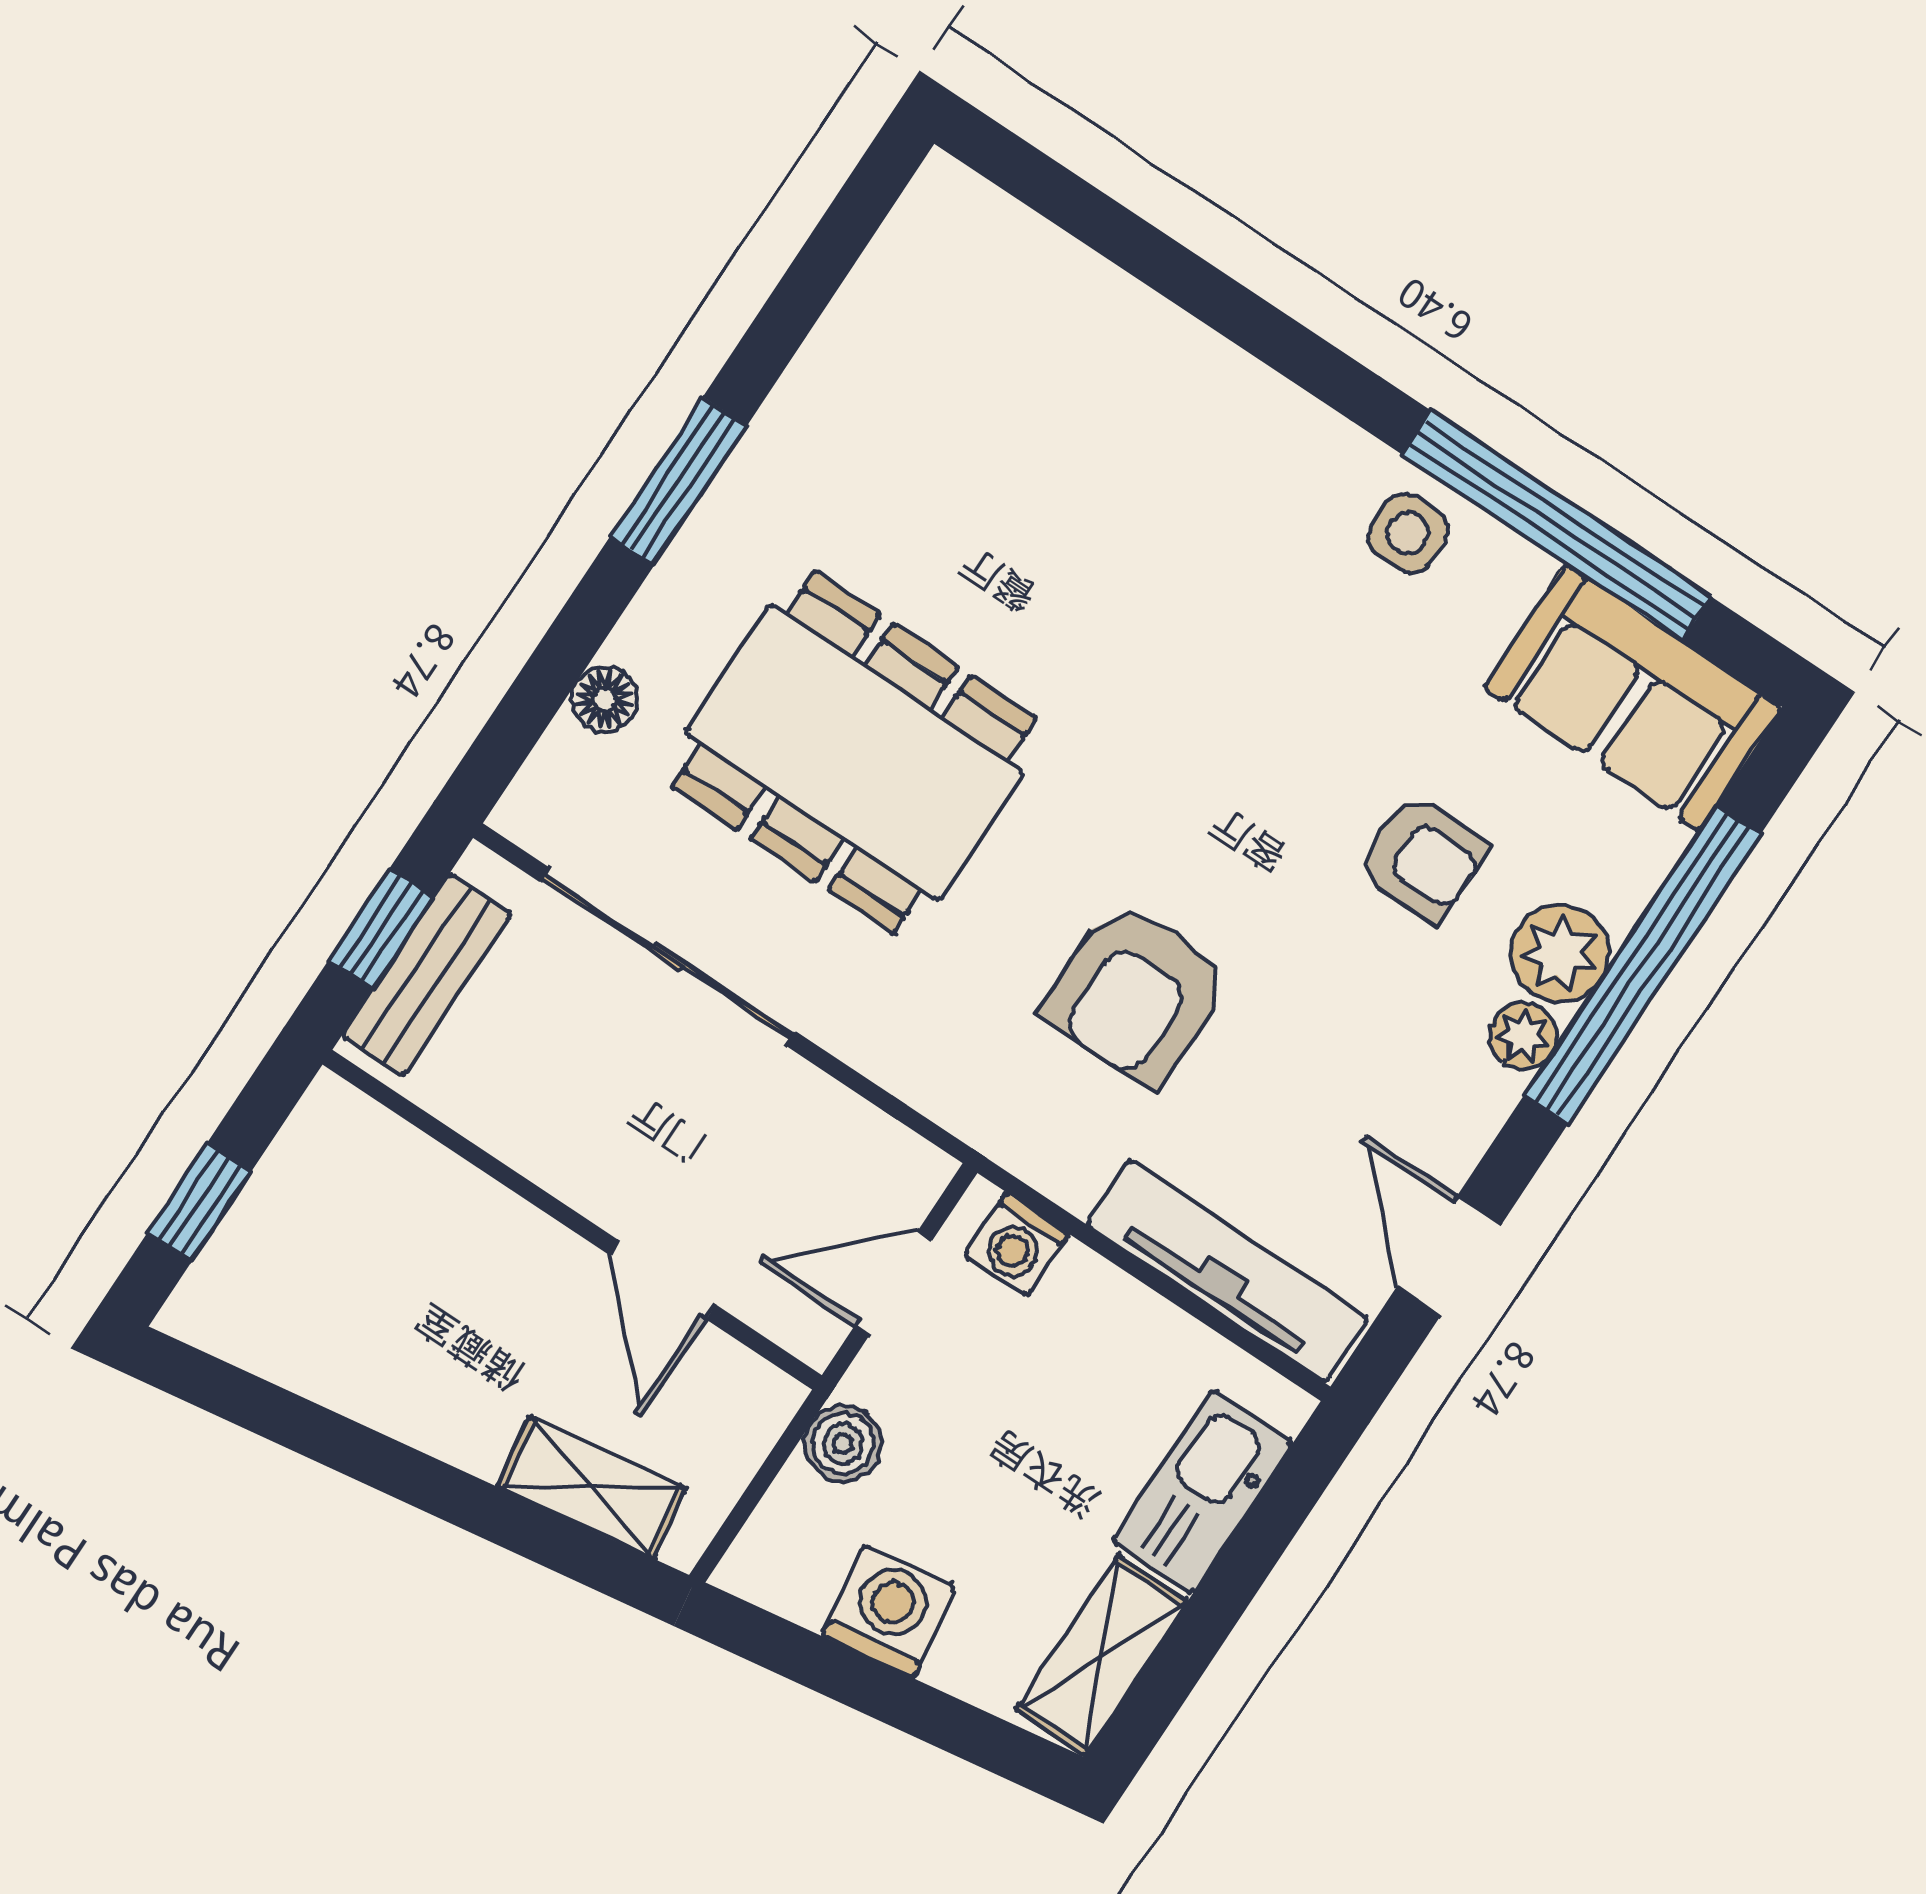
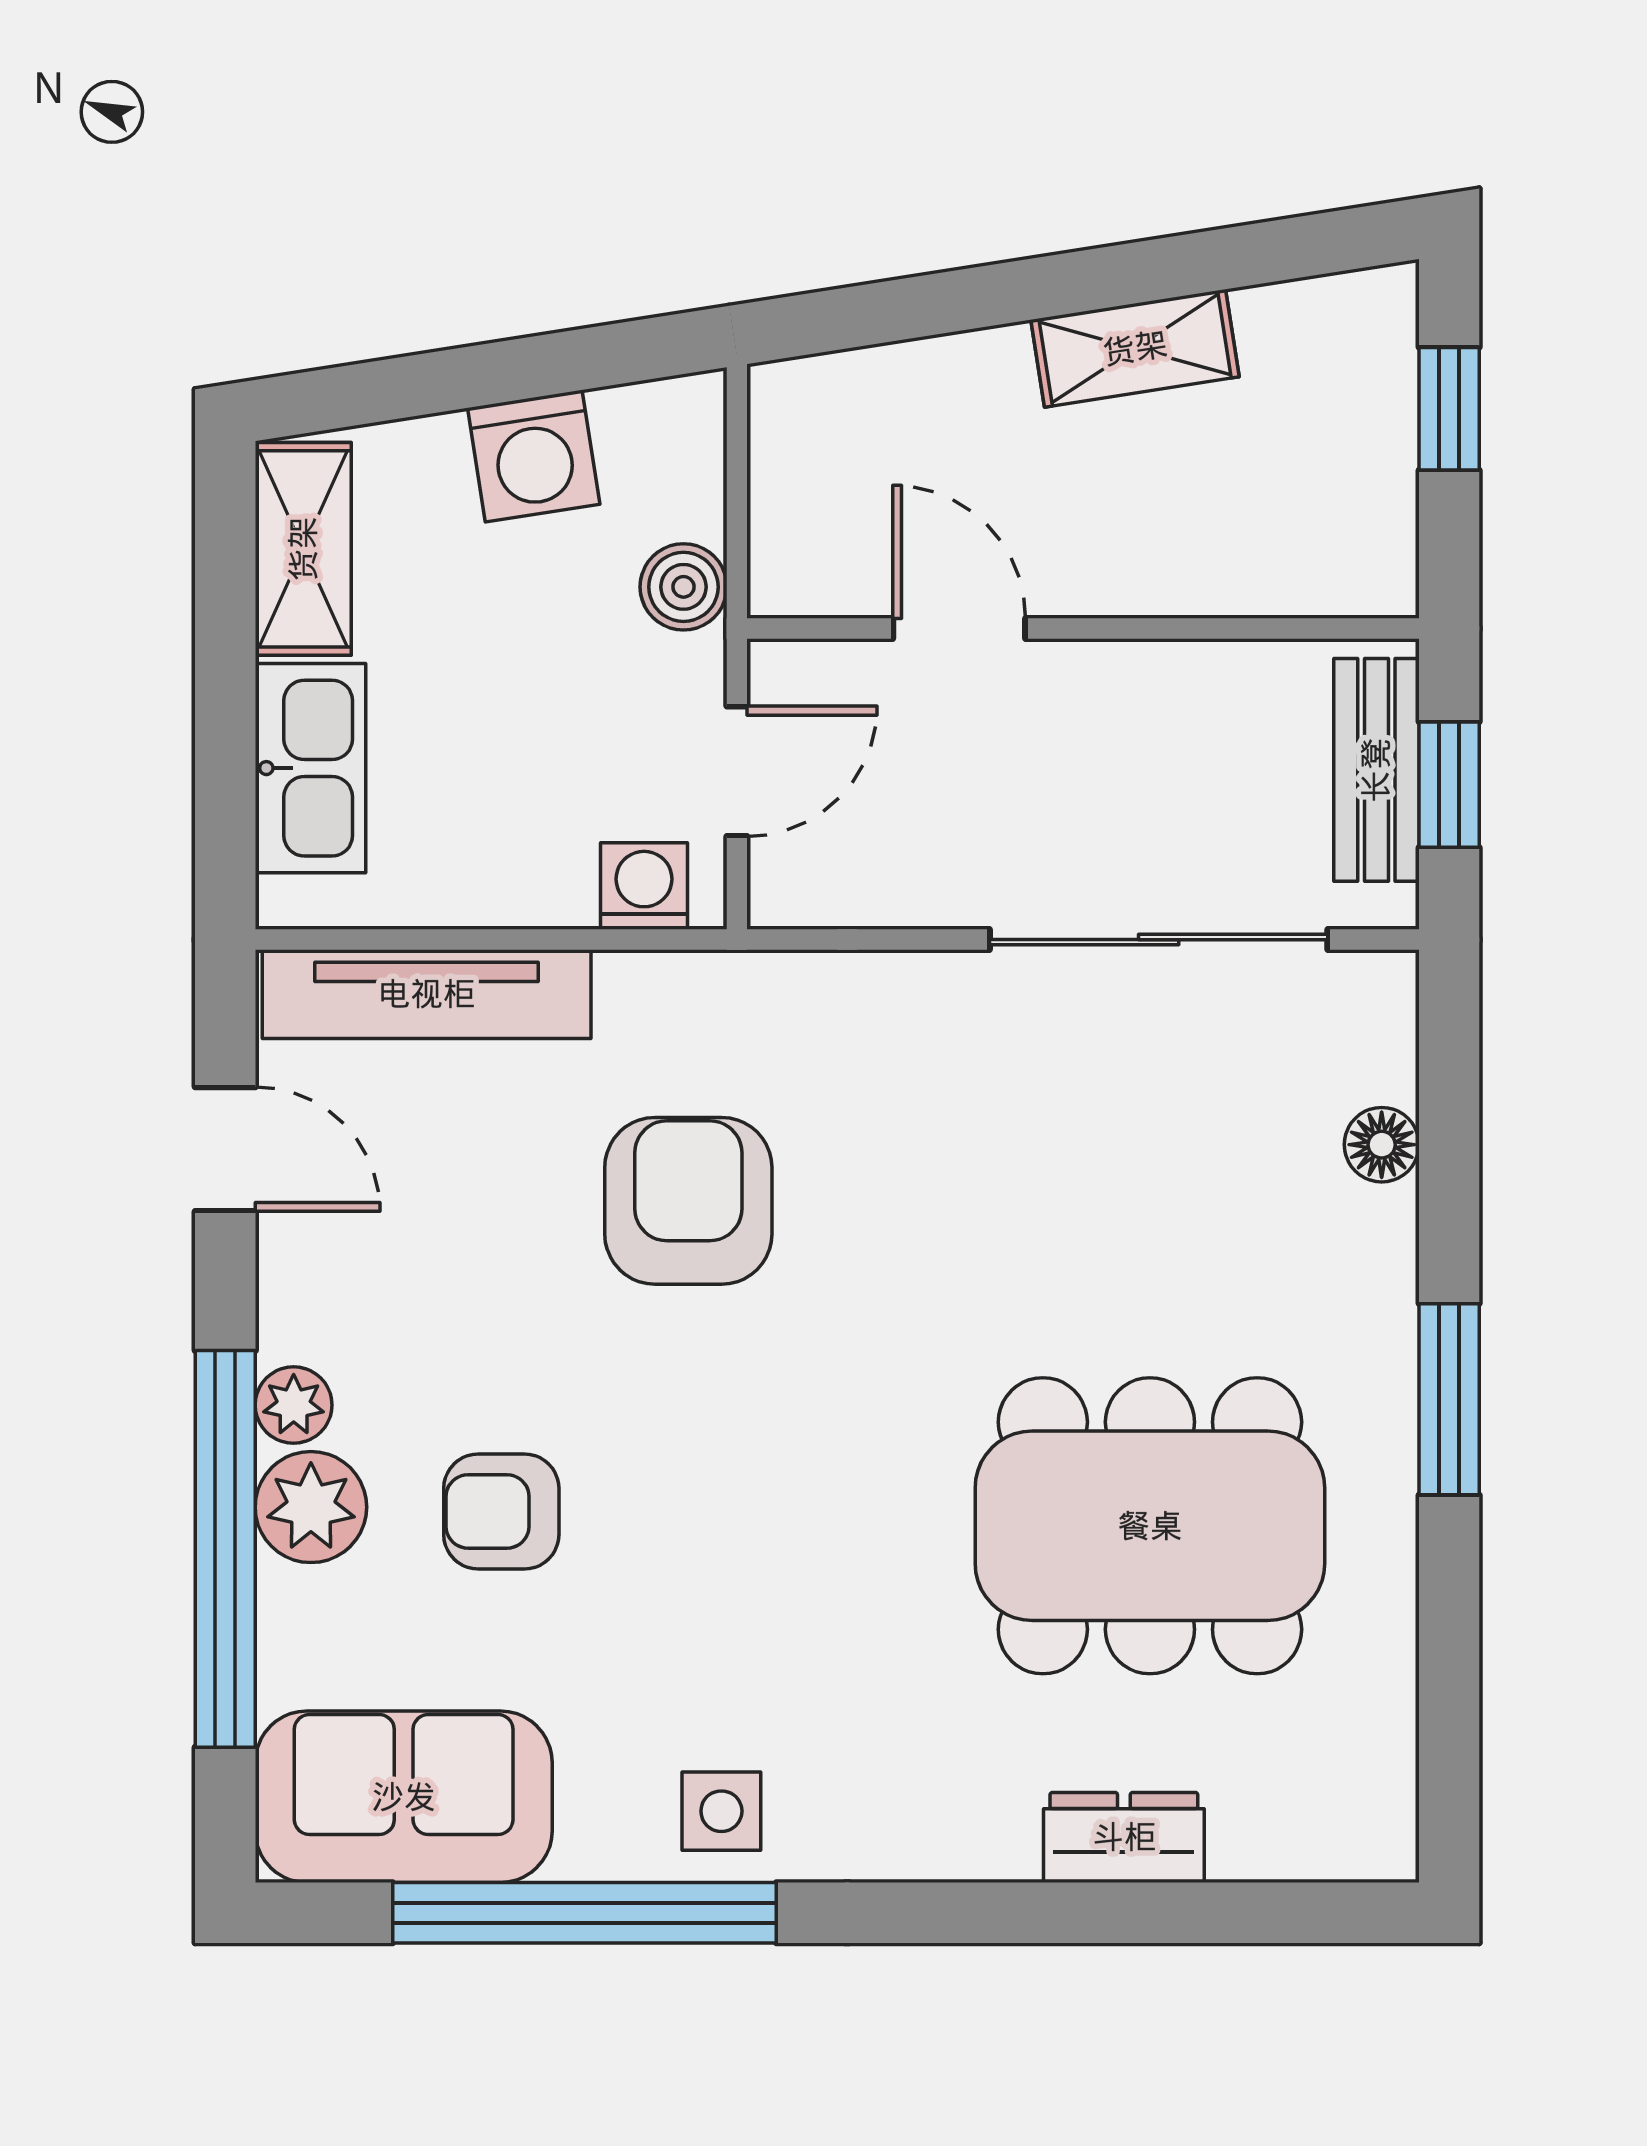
dresser: (1127, 319) -> (1124, 1837), added
dining table: (854, 753) -> (1150, 1526), moved
shelving: (592, 1487) -> (1135, 348), moved

